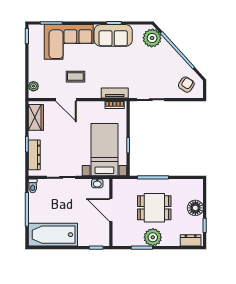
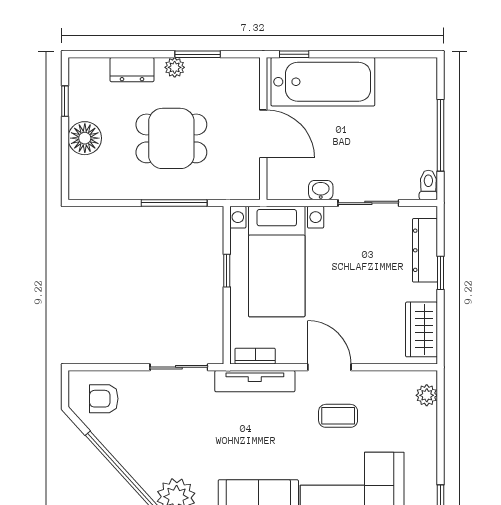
armchair: (186, 85) -> (104, 399), turned 56
tv unit: (115, 93) -> (255, 381), width x1.41
door: (66, 100) -> (329, 367), moved
washbasin: (97, 183) -> (321, 190), moved
bathtub: (53, 235) -> (323, 82), moved
plant: (153, 237) -> (175, 67), width x0.53, depth x0.53
dresser: (191, 240) -> (132, 70), moved

